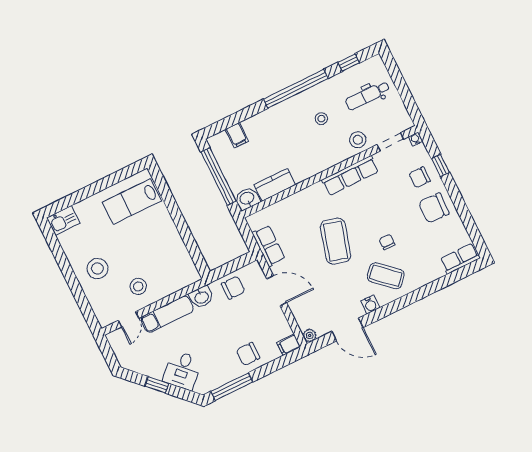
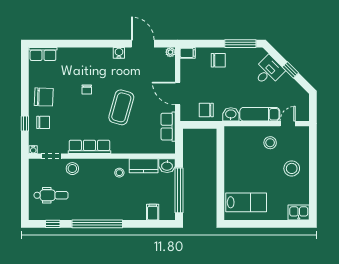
stool: (321, 119) -> (119, 173), moved
coffee table: (386, 276) -> (99, 67), removed

